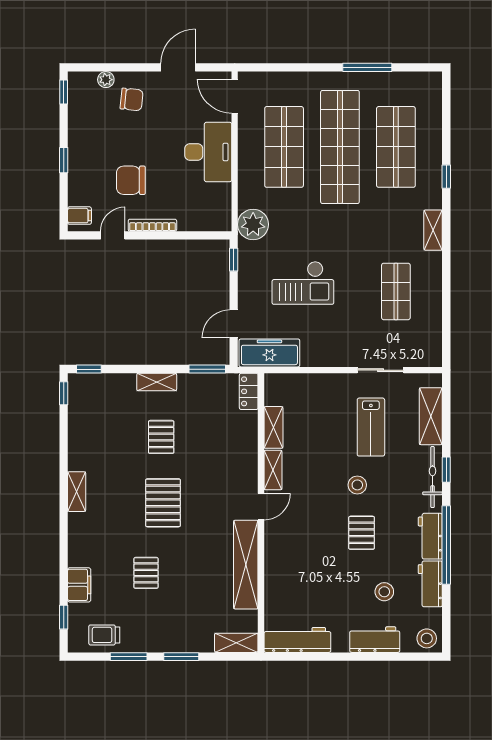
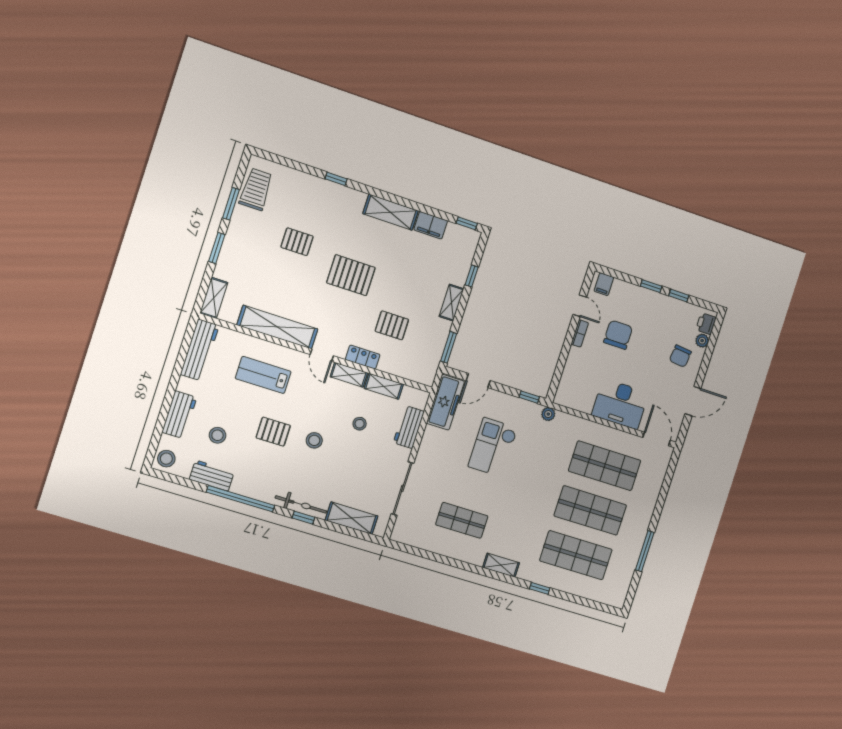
door: (178, 67) -> (693, 401), hinge flipped
printer: (85, 81) -> (706, 324), added
window: (64, 92) -> (679, 296), moved
door: (235, 96) -> (656, 439), hinge flipped
shop shelf: (340, 147) -> (590, 510), width x0.71
plant: (253, 224) -> (548, 414), width x0.53, depth x0.53
bookcase: (152, 225) -> (580, 333), width x0.64
door: (234, 324) -> (478, 381), swing flipped
window: (89, 369) -> (472, 276), moved
sliding door: (381, 370) -> (402, 488), width x1.37
locker: (249, 391) -> (363, 357), moved
lab bench: (371, 427) -> (263, 375), moved
pallet: (161, 437) -> (392, 325), moved
stool: (323, 441) -> (360, 424), added
shelving: (77, 492) -> (391, 212), width x1.50, depth x1.33
workbench: (430, 536) -> (409, 427), moved, turned -90
filing cabinet: (79, 585) -> (431, 225), moved
window: (64, 617) -> (336, 179), moved
trolley: (104, 635) -> (256, 189), width x1.36, depth x1.39

